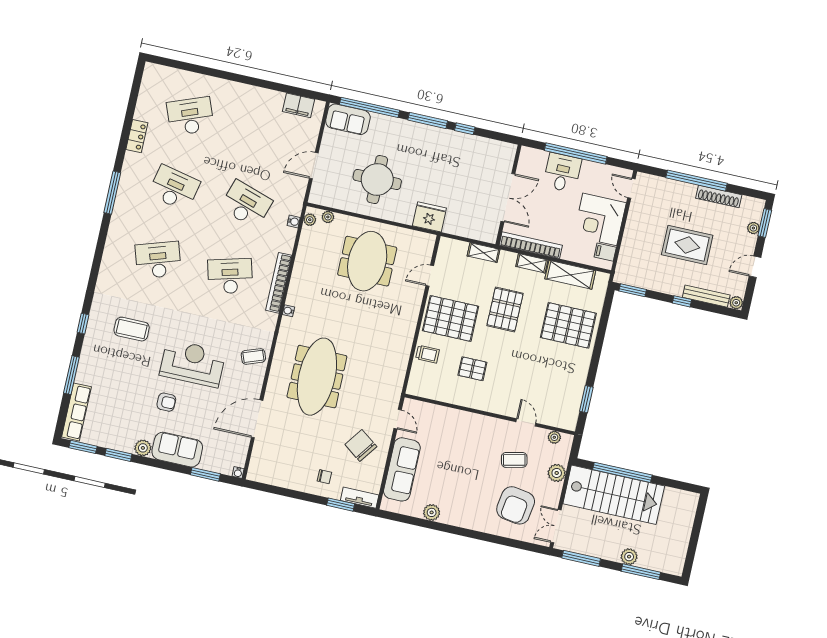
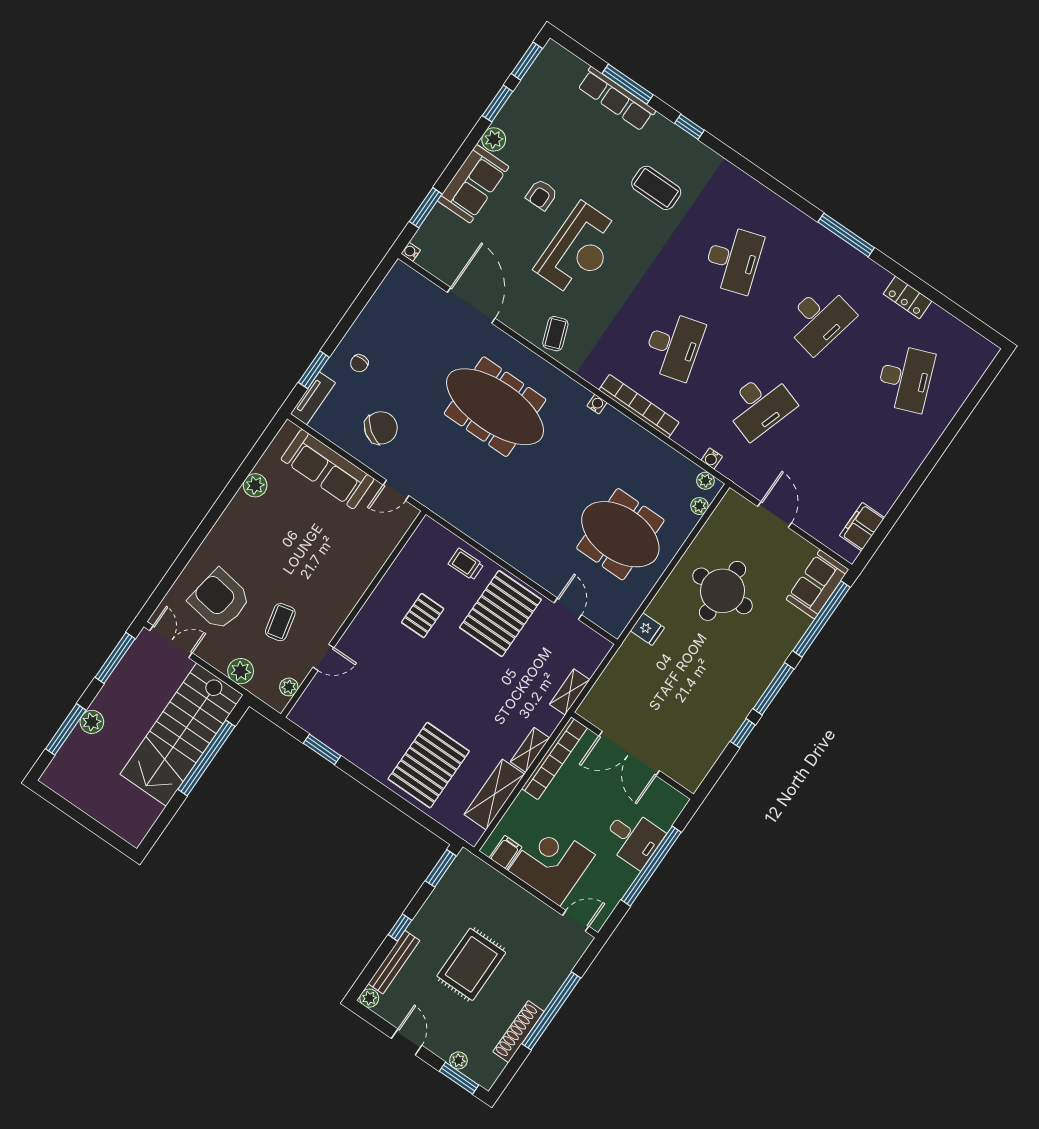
fridge: (429, 217) -> (647, 629), width x0.53, depth x0.75
pallet: (505, 309) -> (483, 690), removed
coffee table: (132, 329) -> (656, 188), turned 90
trolley: (427, 354) -> (466, 564), turned 89
row of seats: (76, 412) -> (616, 99), moved

